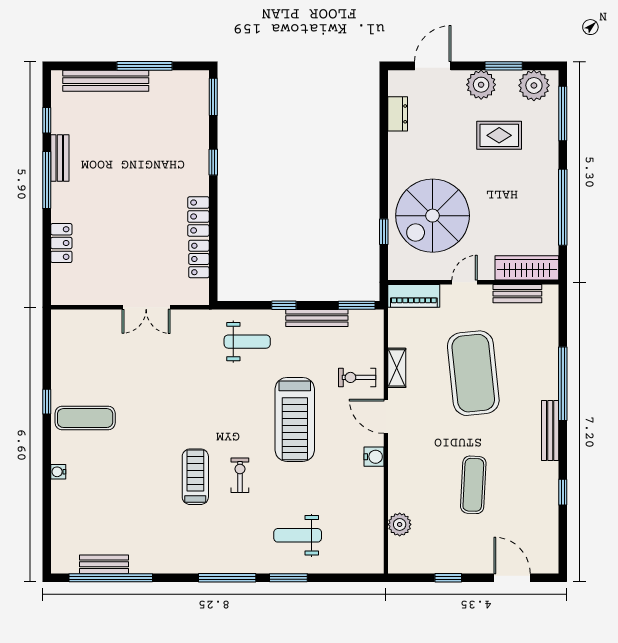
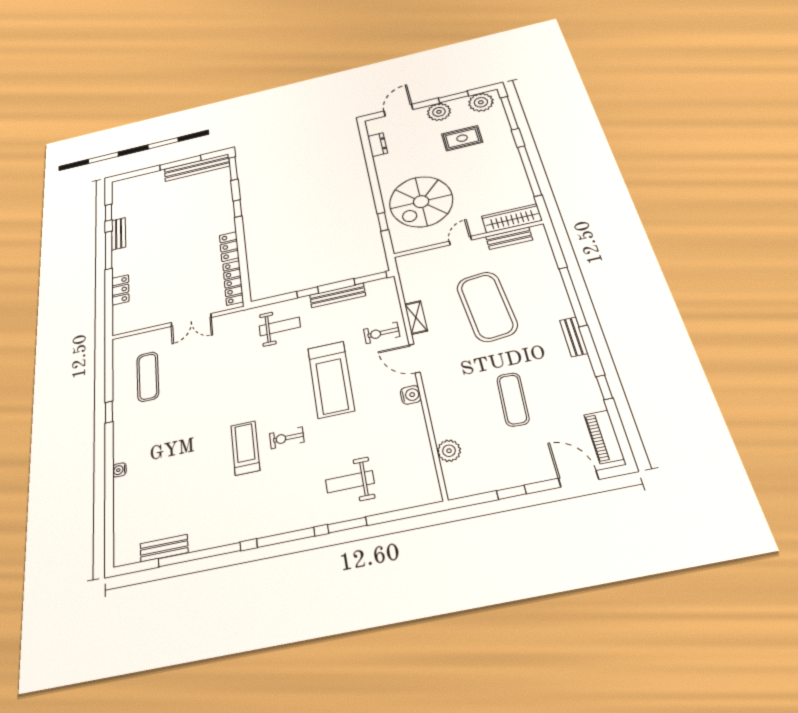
bench: (106, 81) -> (197, 168), moved
locker: (199, 259) -> (233, 283), width x1.53
piano: (414, 296) -> (604, 437), moved, turned 90
exercise mat: (85, 418) -> (148, 376), moved, turned 90
bench: (550, 430) -> (574, 337), width x0.73
exercise bike: (240, 475) -> (287, 438), turned -90
window: (111, 578) -> (199, 555), moved

